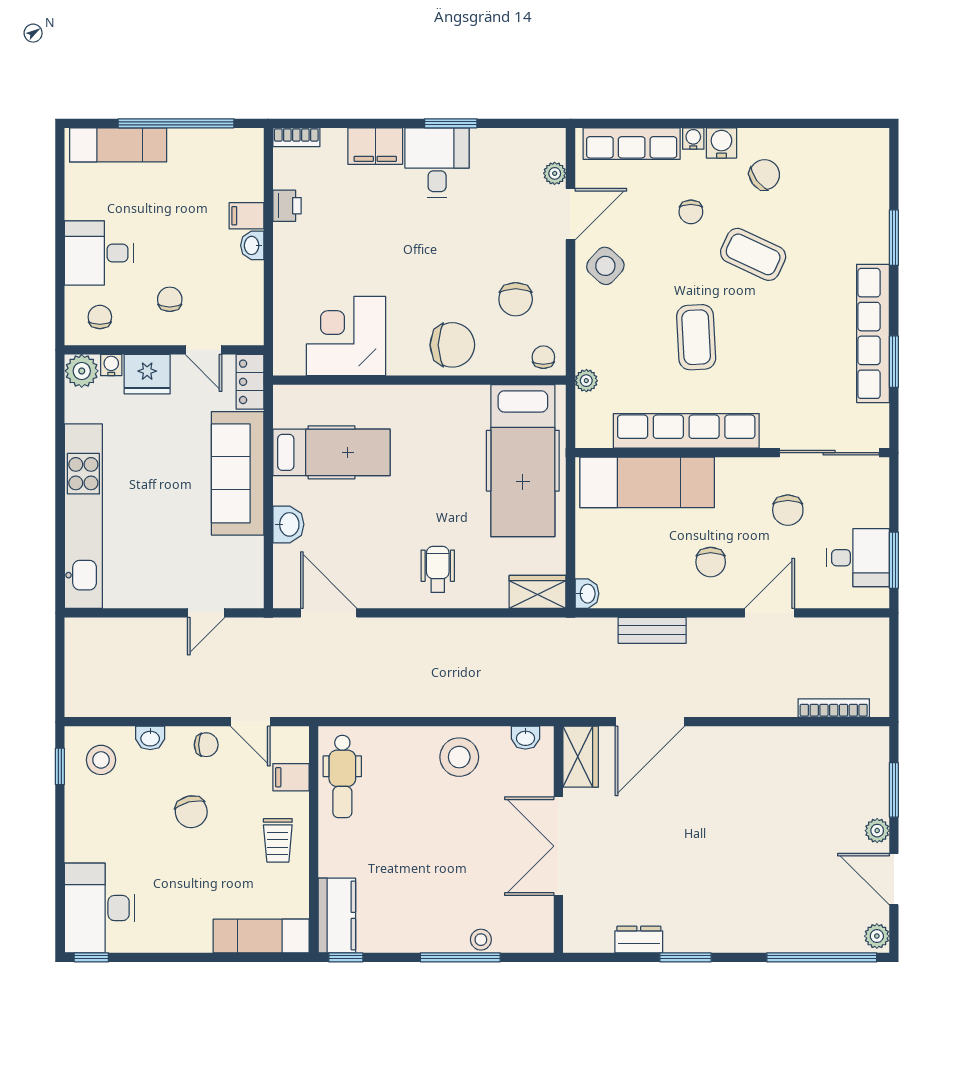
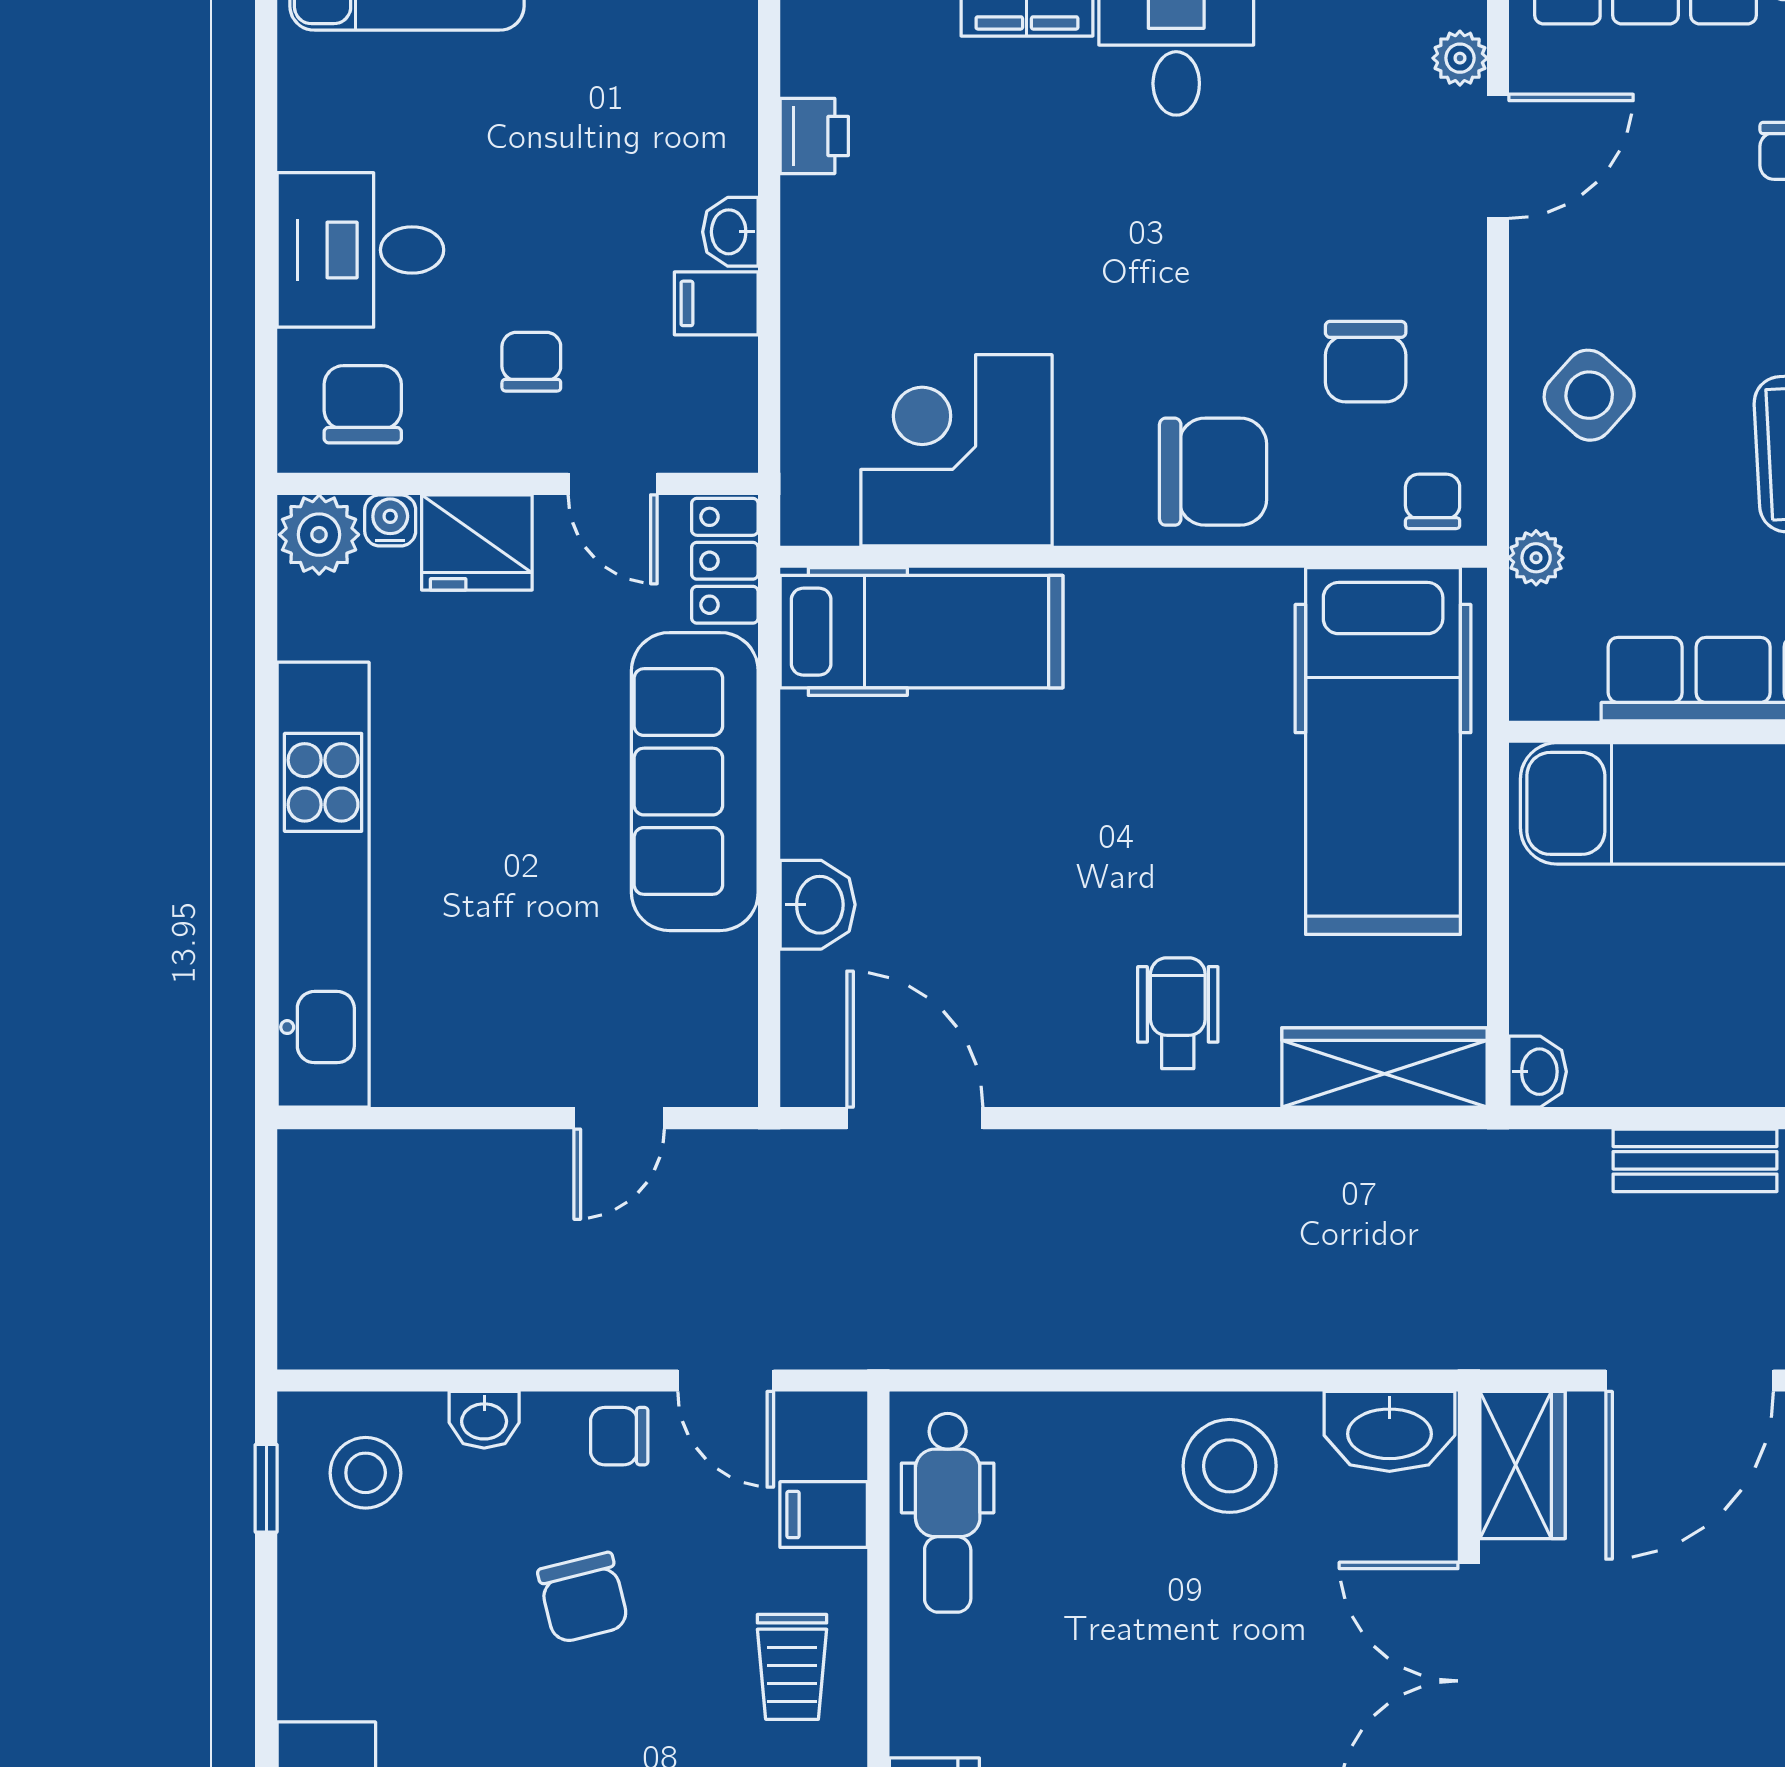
filing cabinet: (246, 216) -> (716, 303), moved
side table: (605, 266) -> (1589, 395), moved
chair: (100, 317) -> (363, 404), width x1.37, depth x1.37
hospital bed: (331, 452) -> (921, 632), moved
wardrobe: (538, 592) -> (1384, 1067), width x1.50
washbasin: (525, 738) -> (1389, 1431), width x1.91, depth x1.45
chair: (206, 745) -> (619, 1436), turned 180

